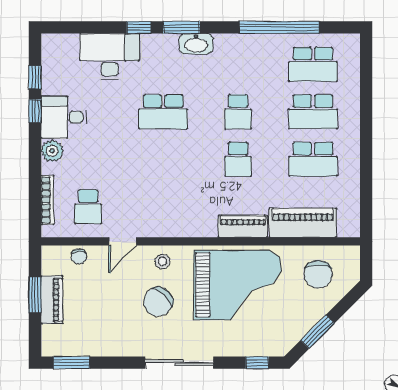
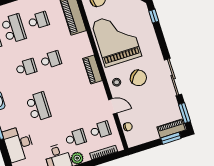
school desk: (88, 159) -> (76, 138), added
school desk: (313, 159) -> (38, 21), width x0.54
piano: (243, 226) -> (92, 69), moved
window: (35, 295) -> (171, 138), moved
piano: (52, 300) -> (171, 129), moved
sliding door: (179, 363) -> (173, 77), moved

